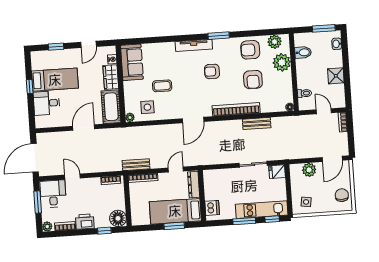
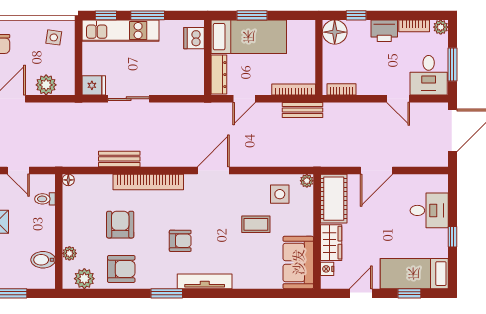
plant: (282, 62) -> (69, 253), width x0.53, depth x0.53
bed: (55, 80) -> (414, 274), moved

